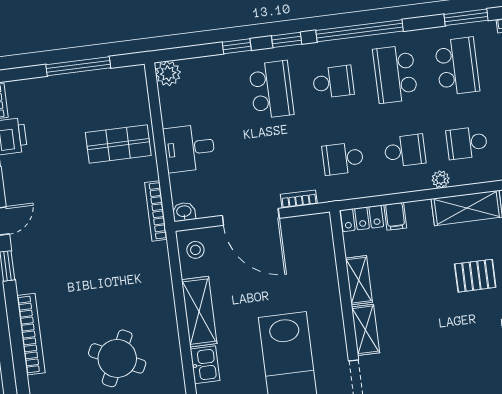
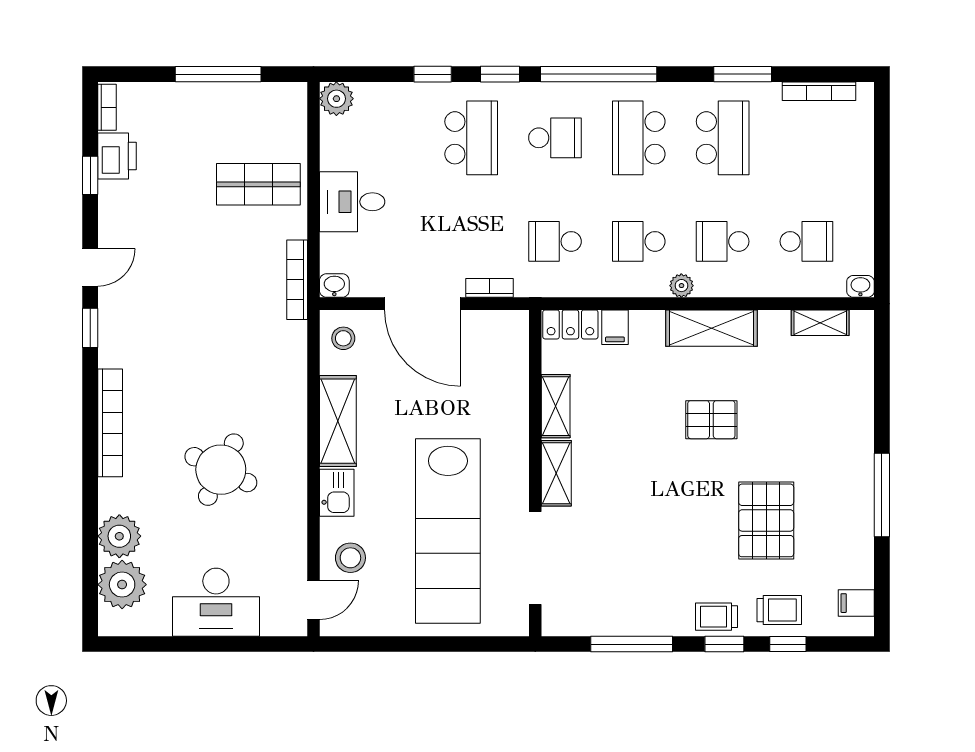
school desk: (405, 151) -> (639, 241), turned 180

